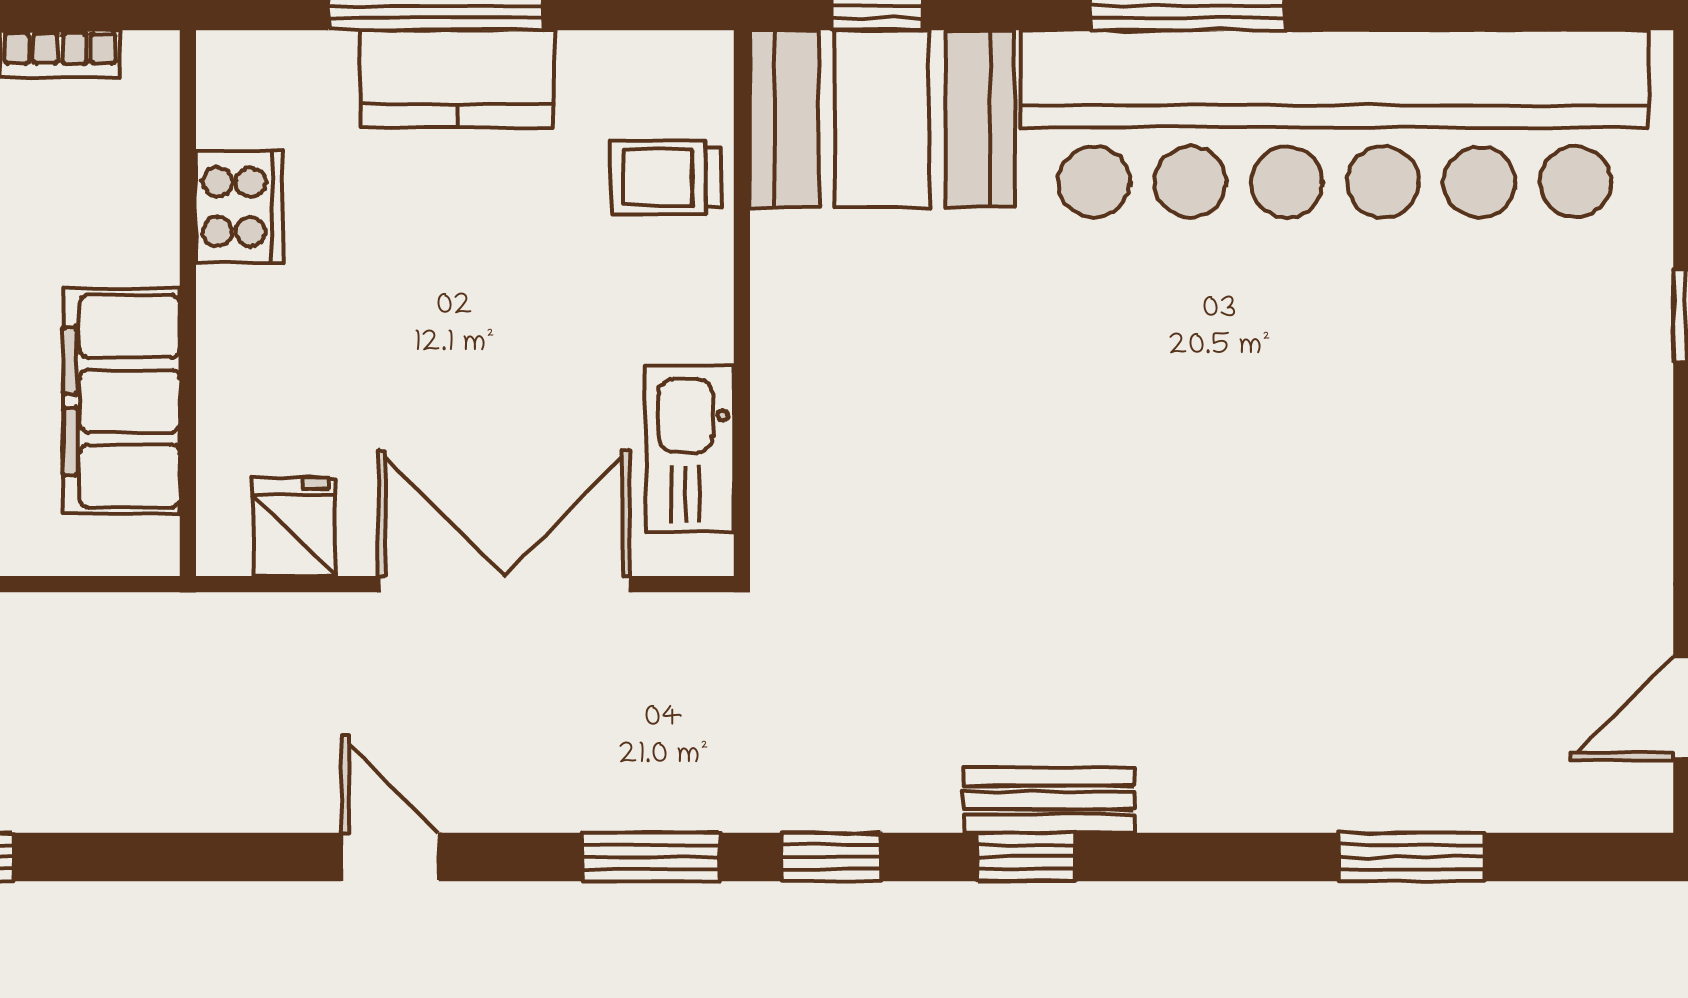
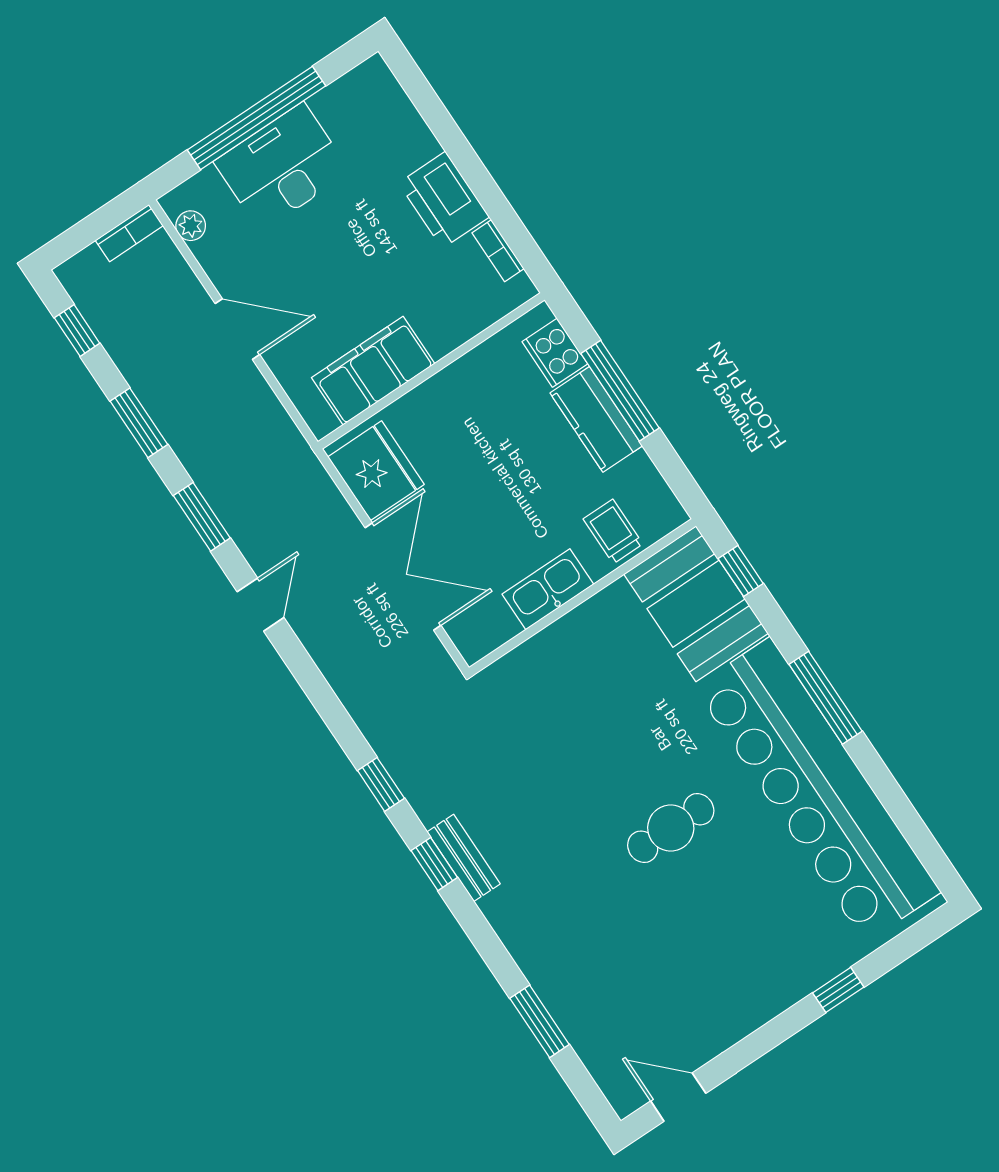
cooker: (239, 207) -> (555, 353), moved, turned 90
cafe table: (1233, 416) -> (671, 828), added
kitchen sink: (690, 449) -> (548, 589), moved
fridge: (294, 527) -> (376, 471), width x1.88, depth x1.34
window: (651, 857) -> (202, 517), moved

